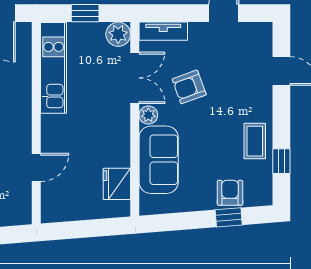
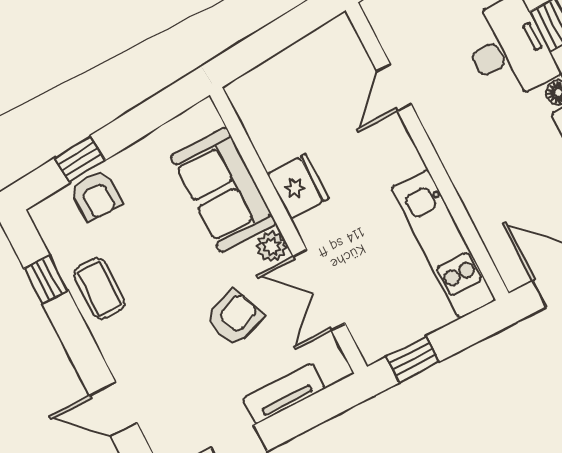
window: (85, 13) -> (413, 359), moved
tv unit: (163, 31) -> (284, 394), moved
plant: (118, 34) -> (375, 340), removed
fridge: (117, 184) -> (298, 186), moved

